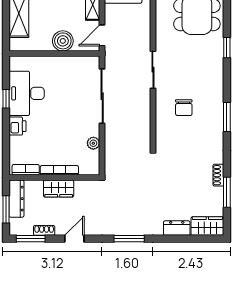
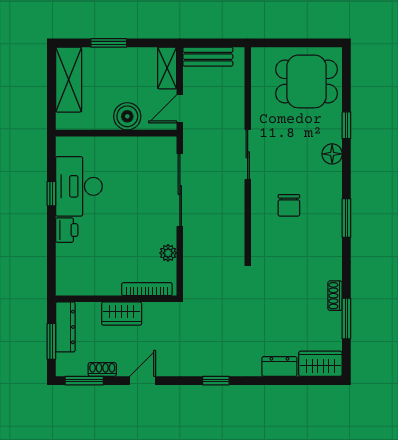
floor lamp: (216, 69) -> (332, 154), added
bookcase: (26, 170) -> (78, 288), removed
bookcase: (59, 170) -> (147, 289), moved
window: (129, 239) -> (216, 381), width x0.67

